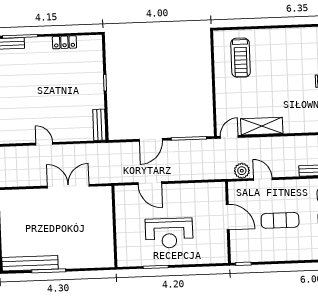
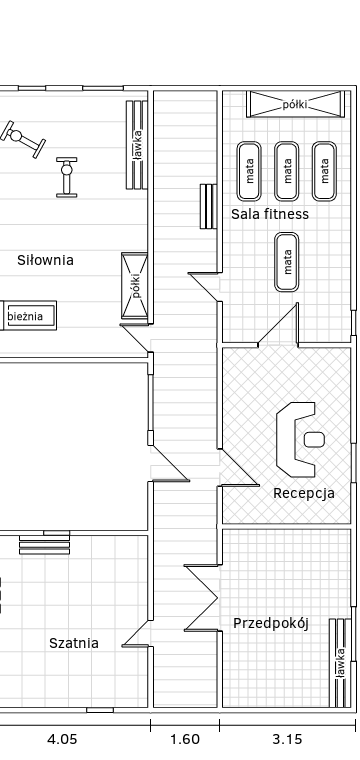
bench: (99, 125) -> (44, 545), moved
plant: (242, 171) -> (205, 320), removed
door: (263, 179) -> (220, 287), hinge flipped
door: (150, 183) -> (220, 468), hinge flipped

